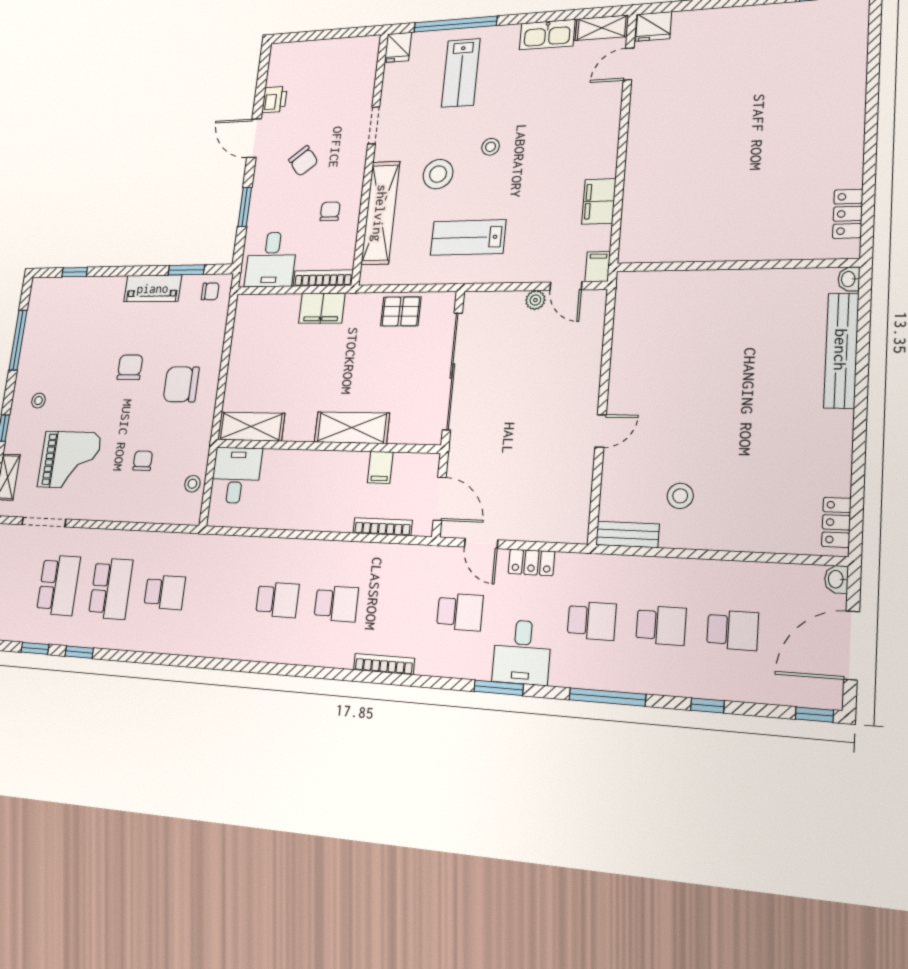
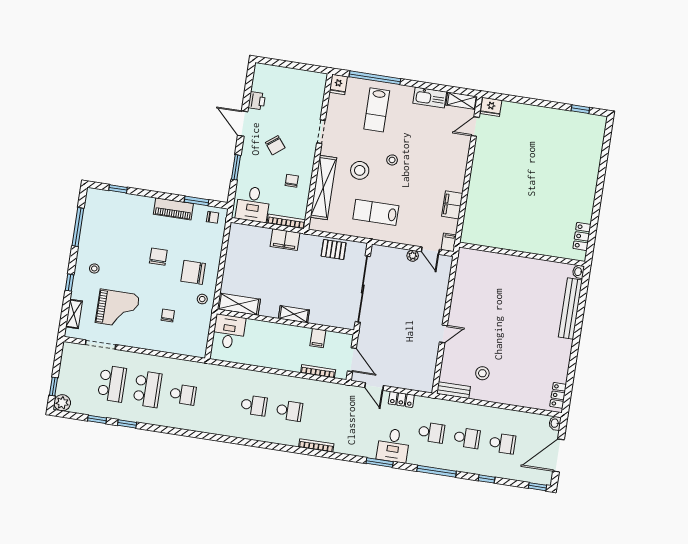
shelving: (352, 428) -> (294, 314), width x0.67, depth x0.75
stool: (192, 484) -> (202, 299), moved
school desk: (460, 612) -> (360, 422), removed

